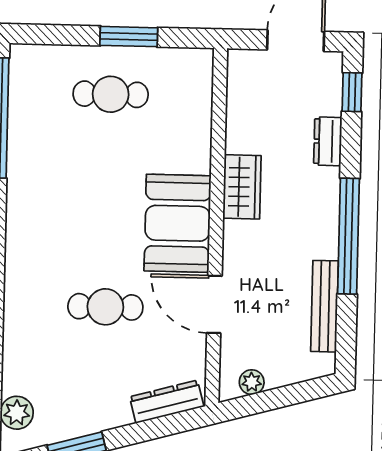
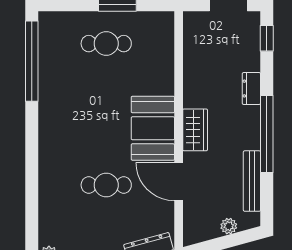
dresser: (328, 141) -> (251, 89), moved
wardrobe: (242, 187) -> (195, 130), moved
plant: (252, 382) -> (229, 226), moved

